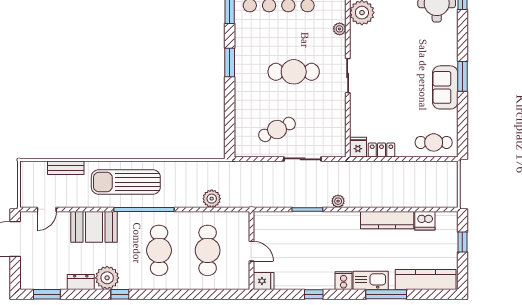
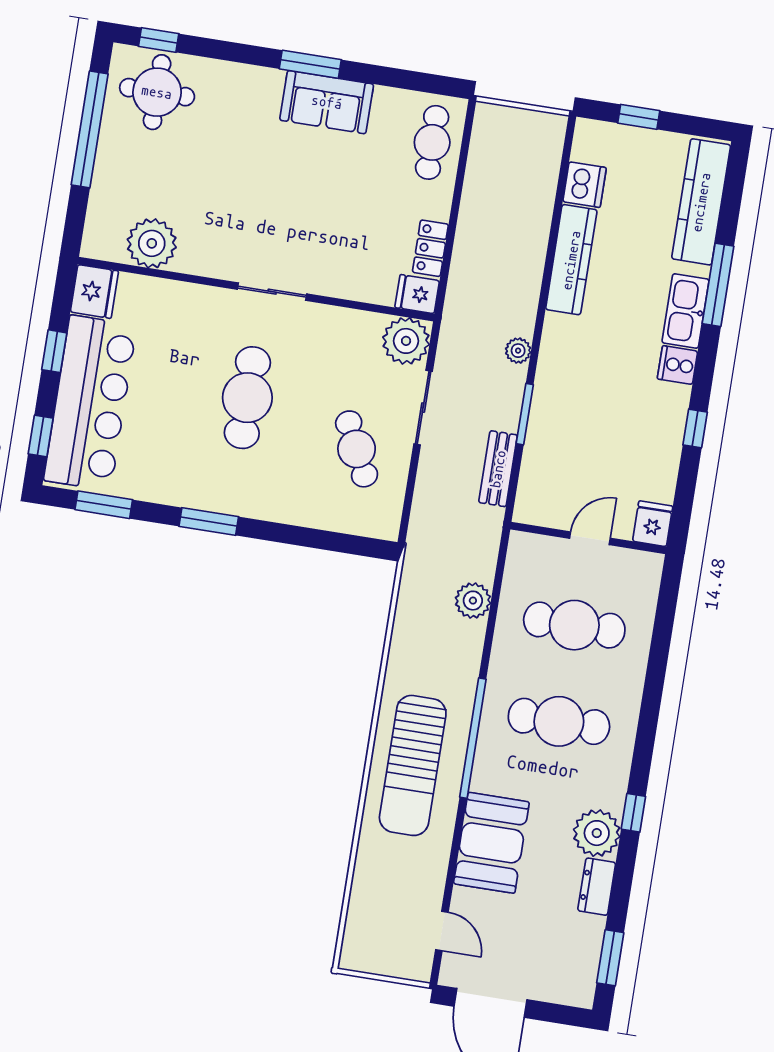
plant: (340, 29) -> (406, 341), moved, width x1.88, depth x1.88
bench: (66, 168) -> (498, 469), moved

